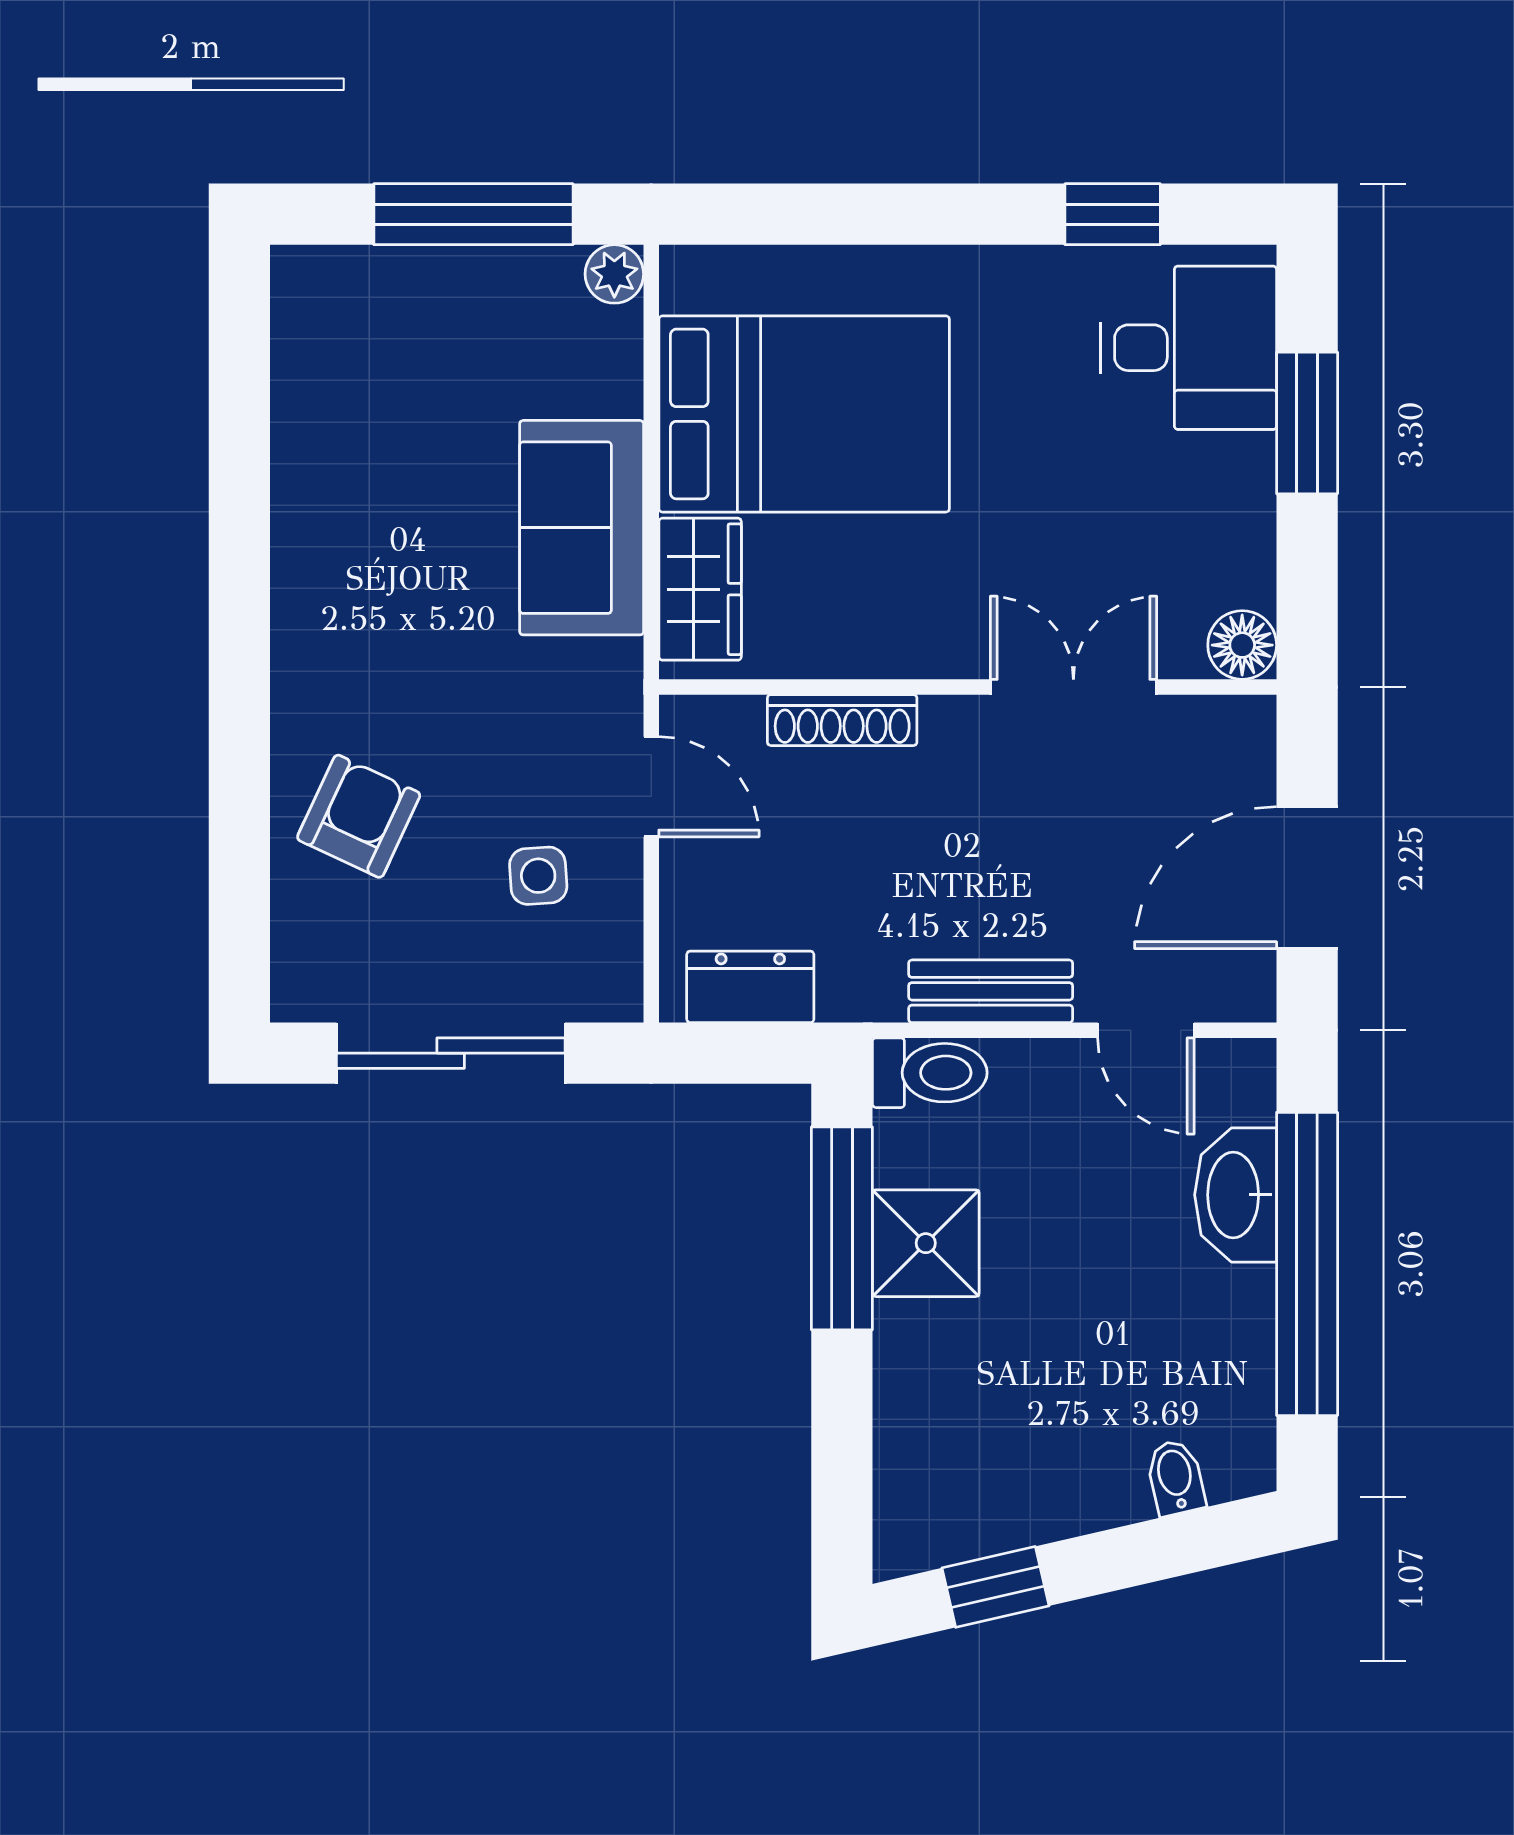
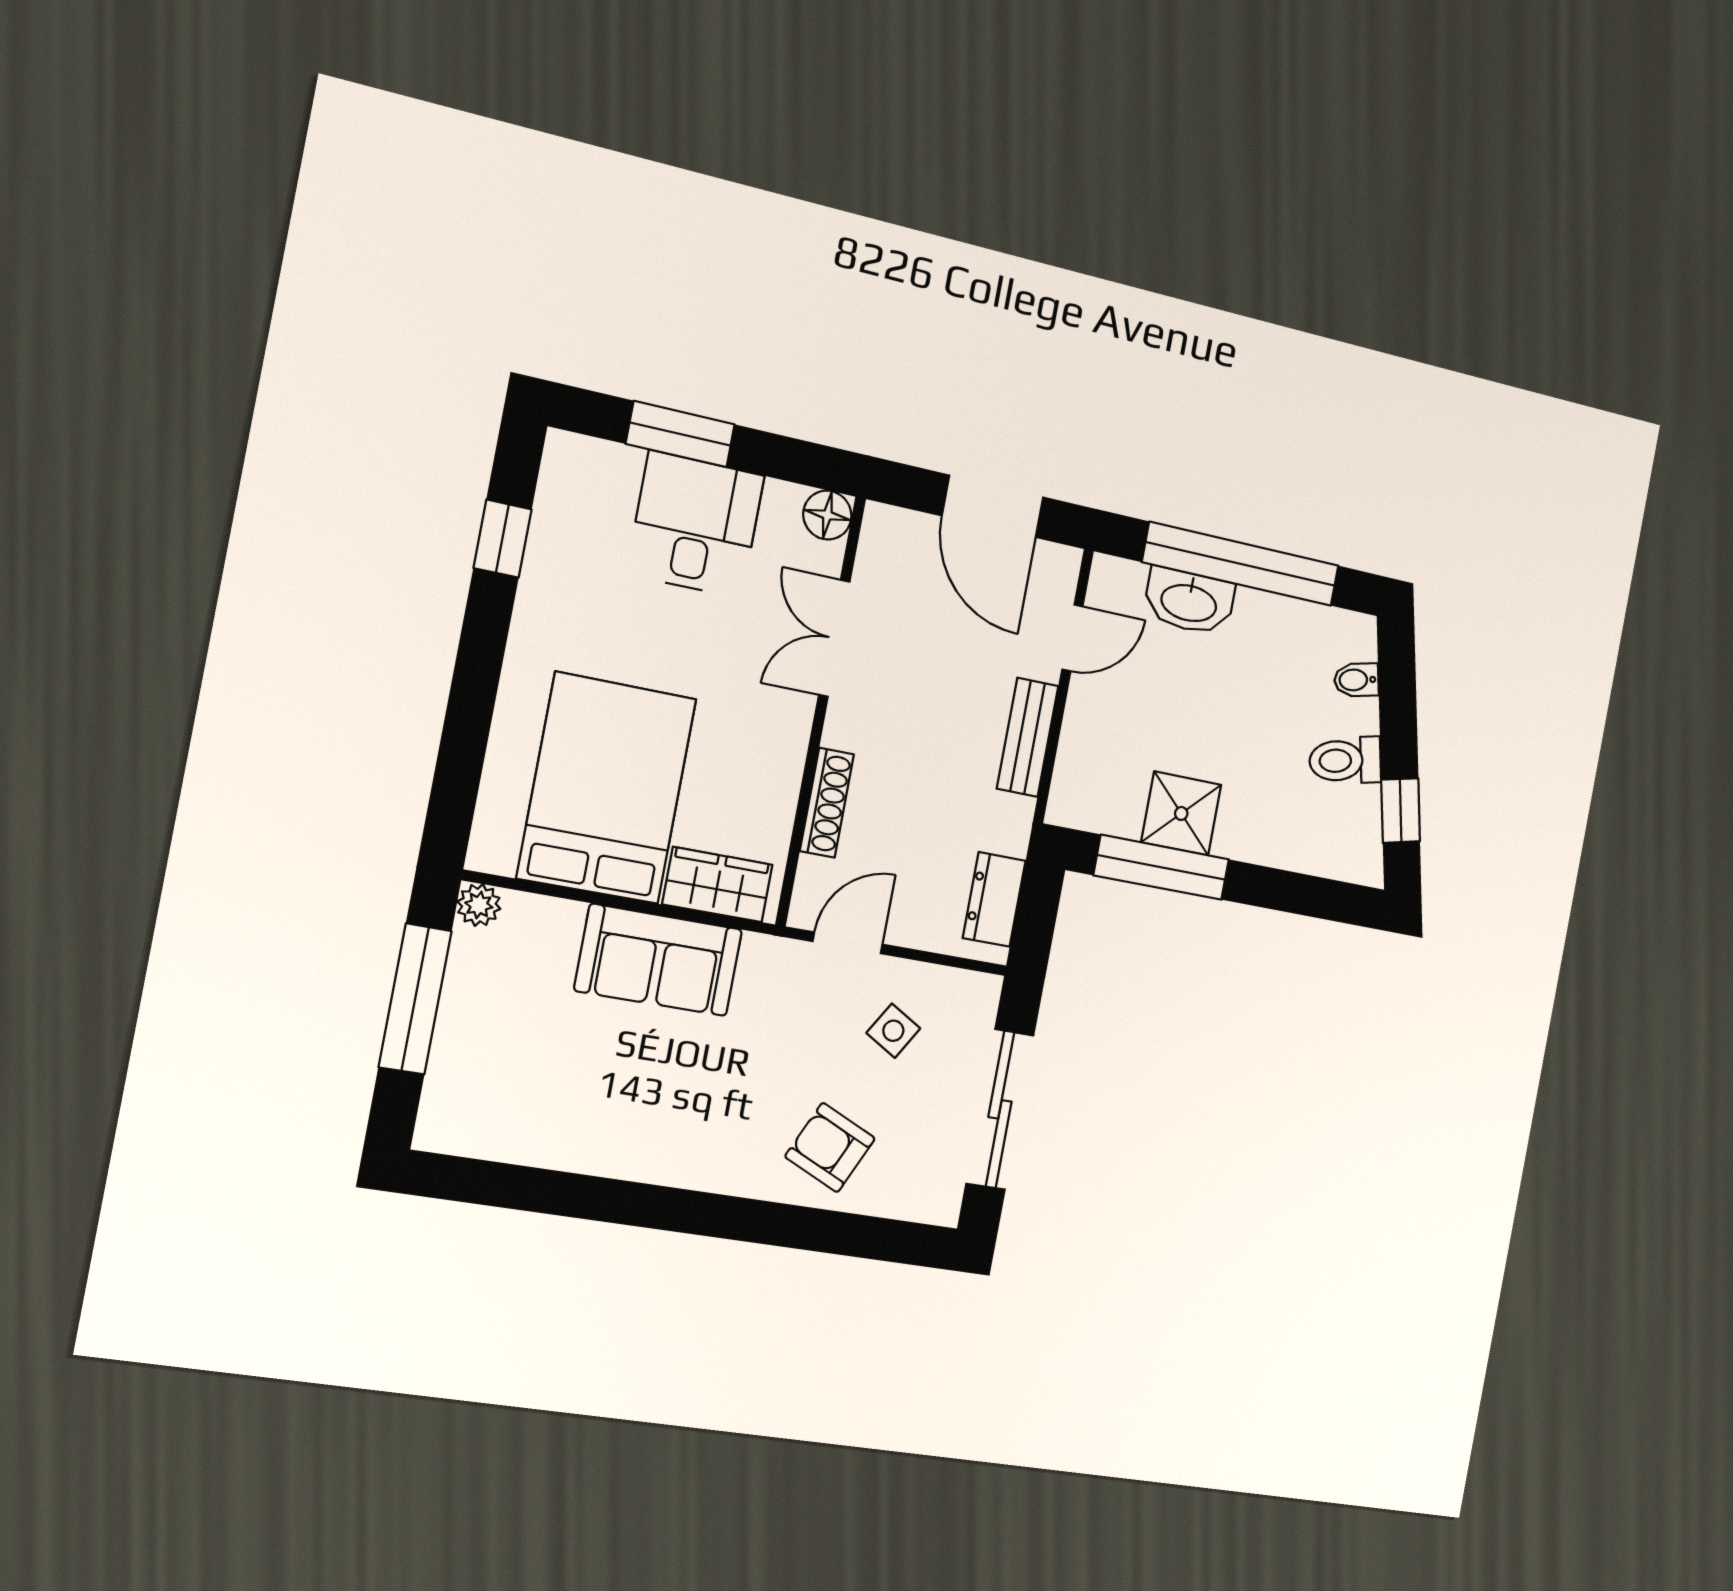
desk: (1189, 348) -> (695, 525), moved
side table: (538, 876) -> (893, 1031), turned 35
toilet: (930, 1073) -> (1345, 760), moved, turned -103

